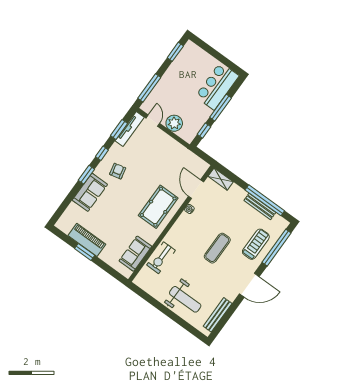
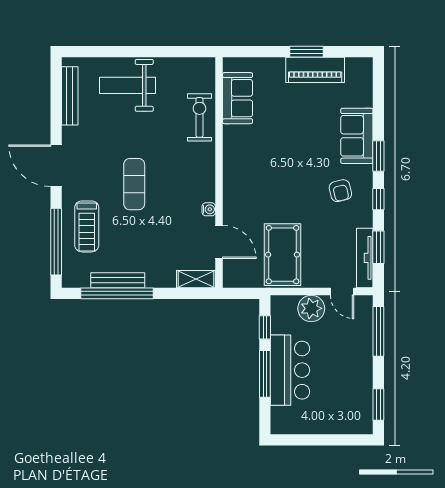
bar counter: (217, 86) -> (290, 370), moved
pool table: (158, 207) -> (283, 255), moved
door: (249, 285) -> (56, 166), hinge flipped

